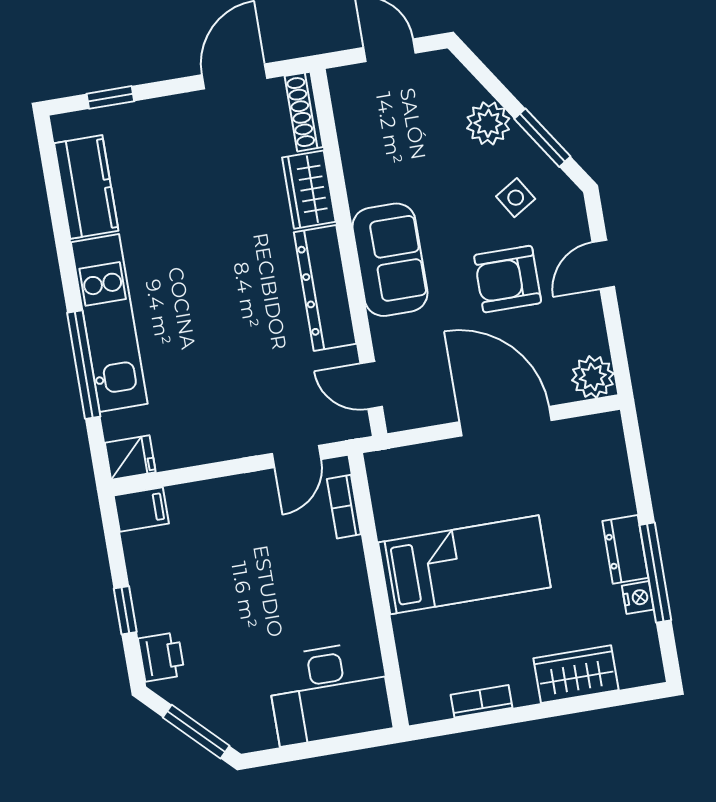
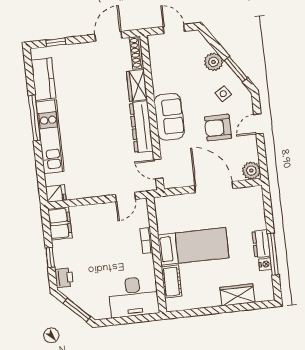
window: (84, 365) -> (34, 118), moved
bookcase: (344, 507) -> (146, 240), moved
filing cabinet: (141, 510) -> (60, 223), width x2.00
cot: (417, 651) -> (171, 282), added
bookcase: (482, 701) -> (197, 304), removed

